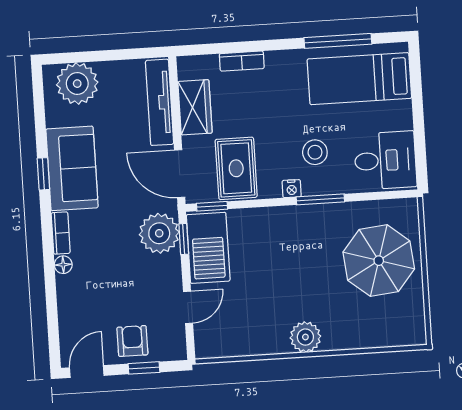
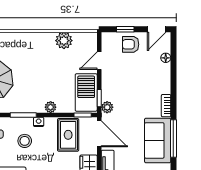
window: (43, 174) -> (173, 138), width x2.17
plant: (272, 217) -> (51, 107), added
plant: (159, 233) -> (107, 107), width x0.53, depth x0.53
floor lamp: (63, 265) -> (166, 58), moved
plant: (305, 337) -> (64, 41), moved
armchair: (132, 341) -> (131, 44), turned 90

